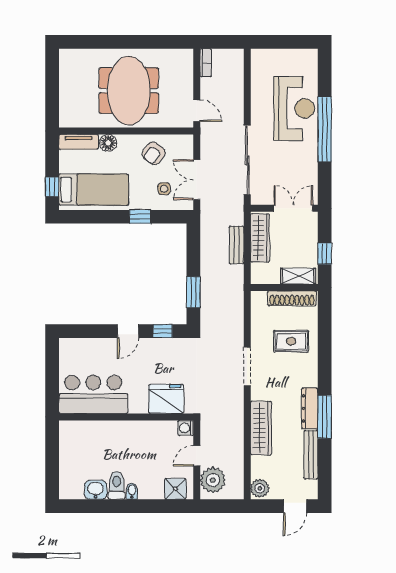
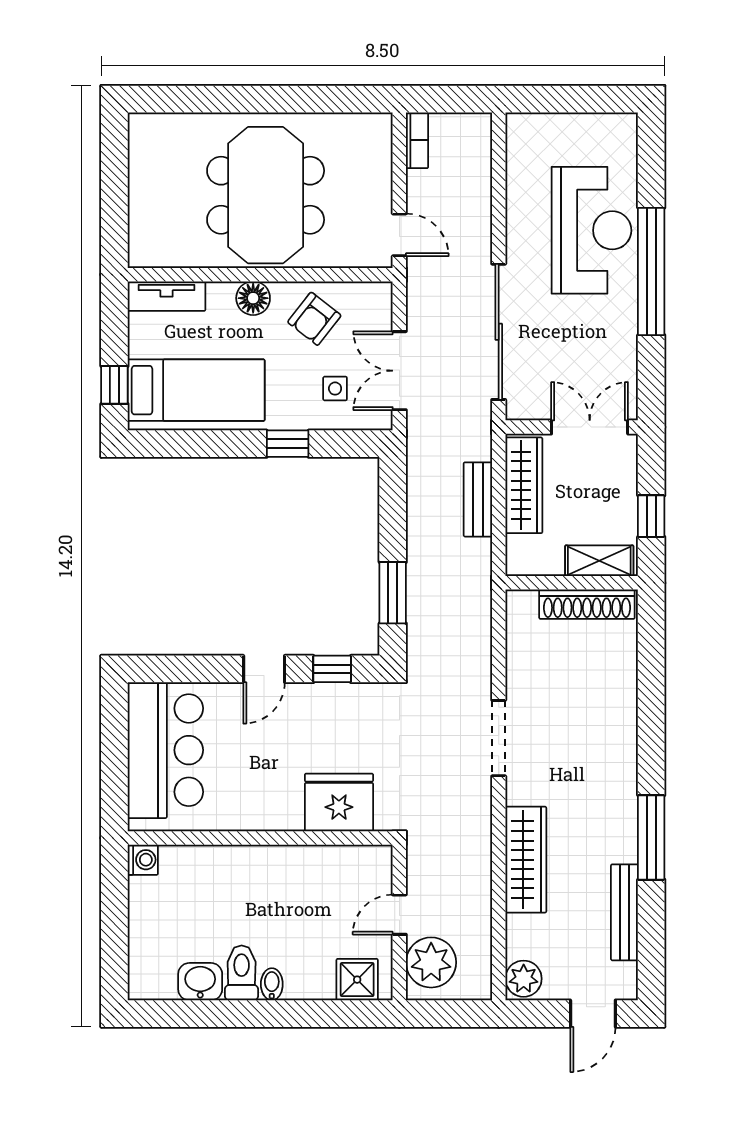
floor lamp: (108, 143) -> (253, 298), moved
rug: (291, 341) -> (585, 689), removed
bar counter: (93, 394) -> (165, 750), moved, turned 90
dresser: (310, 408) -> (622, 821), removed
washing machine: (186, 428) -> (143, 860), moved, turned 180

